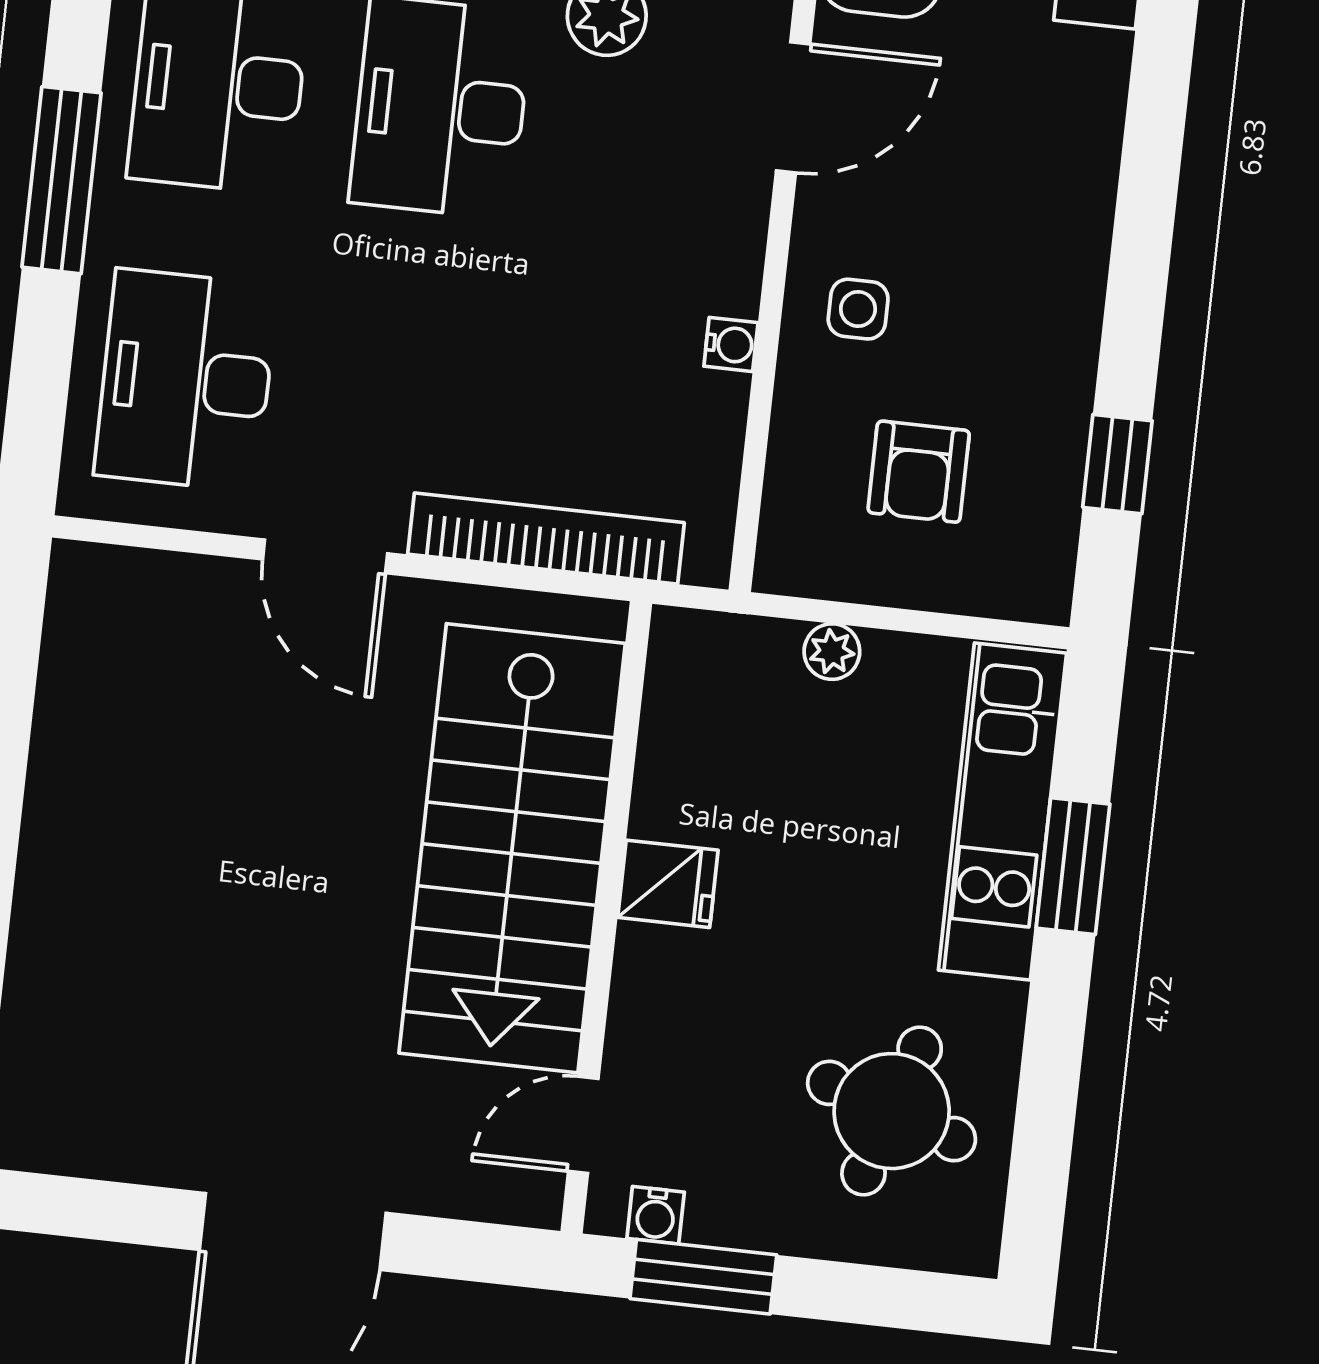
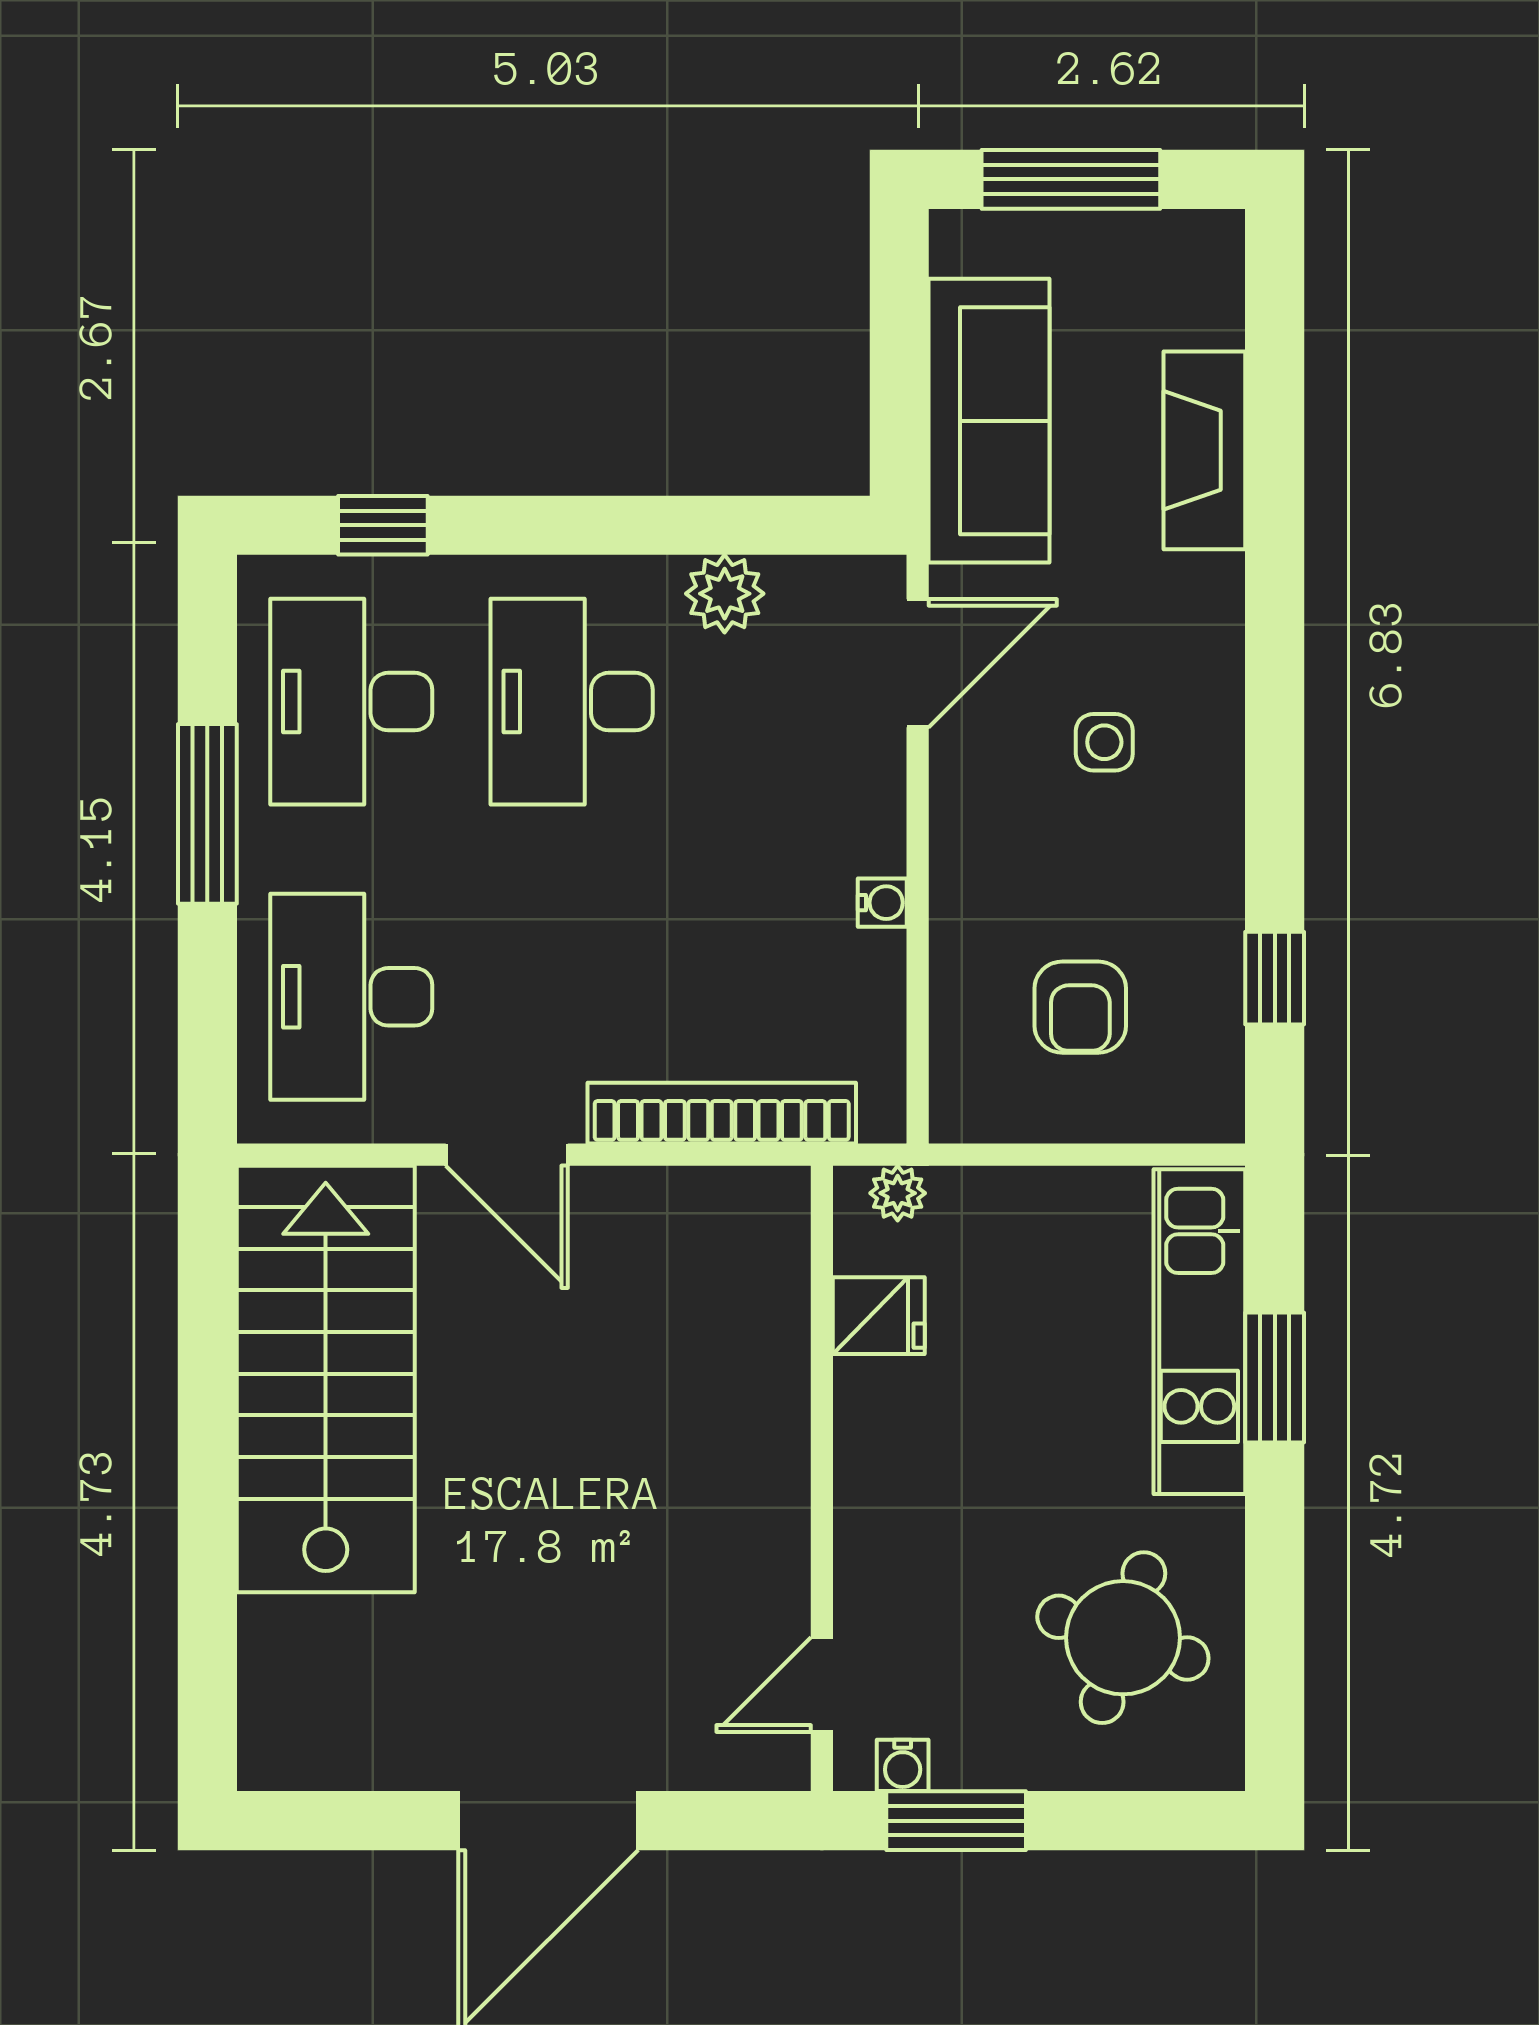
side table: (858, 309) -> (1104, 742), moved
plant: (832, 652) -> (898, 1193), moved
stairs: (512, 848) -> (326, 1379), moved, turned 180
fridge: (668, 884) -> (879, 1316), moved

